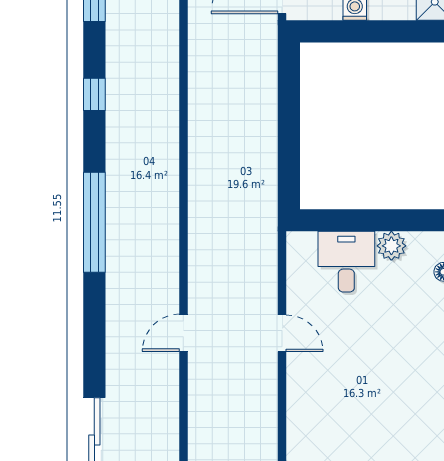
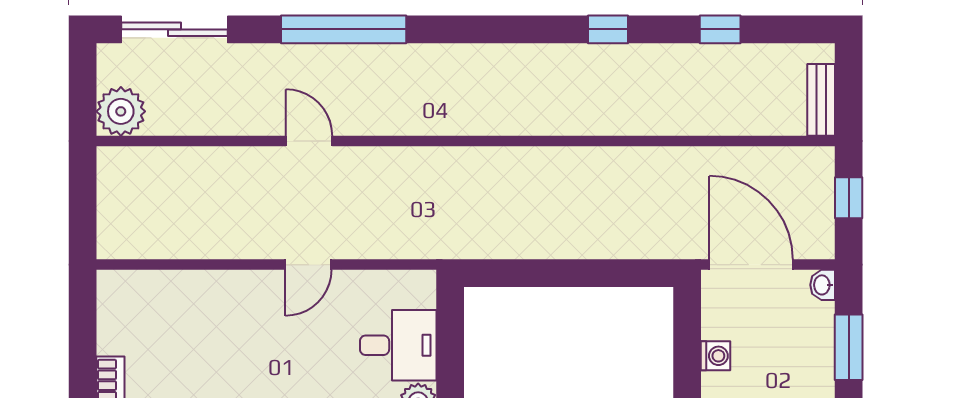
window: (94, 222) -> (344, 29), moved

